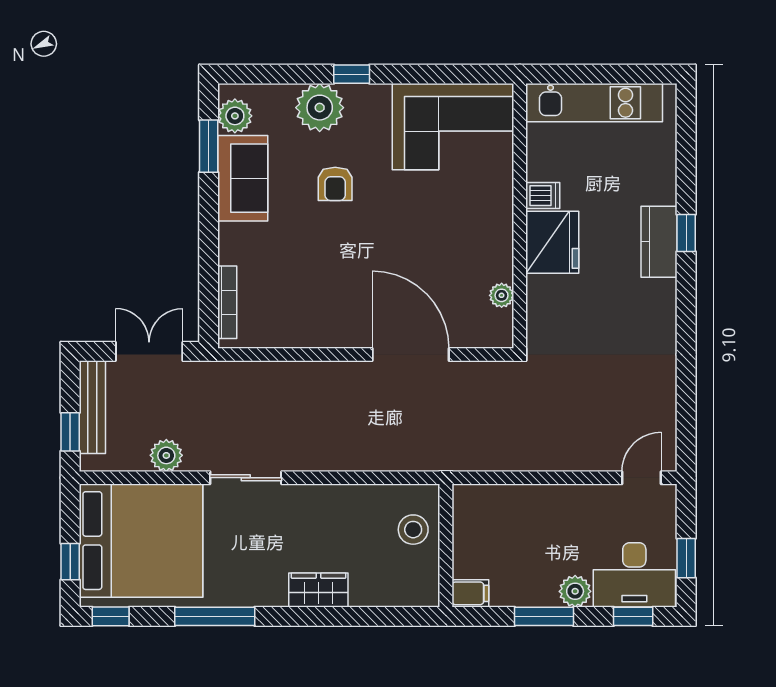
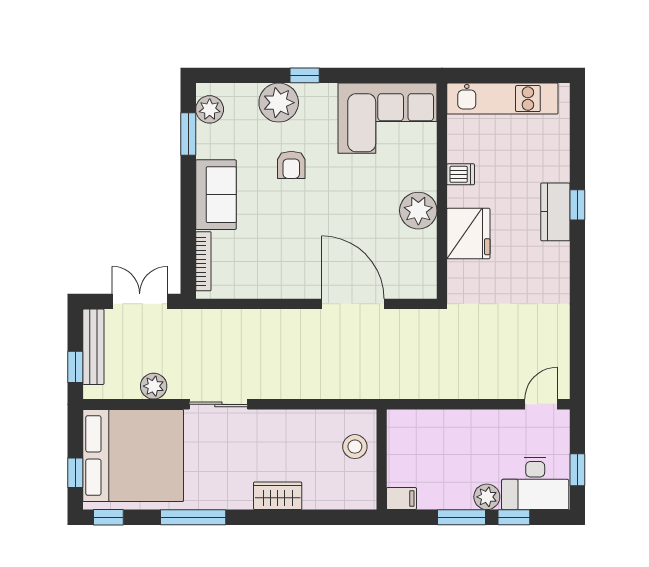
sofa: (243, 178) -> (216, 195), moved
fridge: (552, 242) -> (468, 233), moved
plant: (502, 295) -> (418, 211), moved, width x1.88, depth x1.88
window: (633, 616) -> (514, 517), moved

